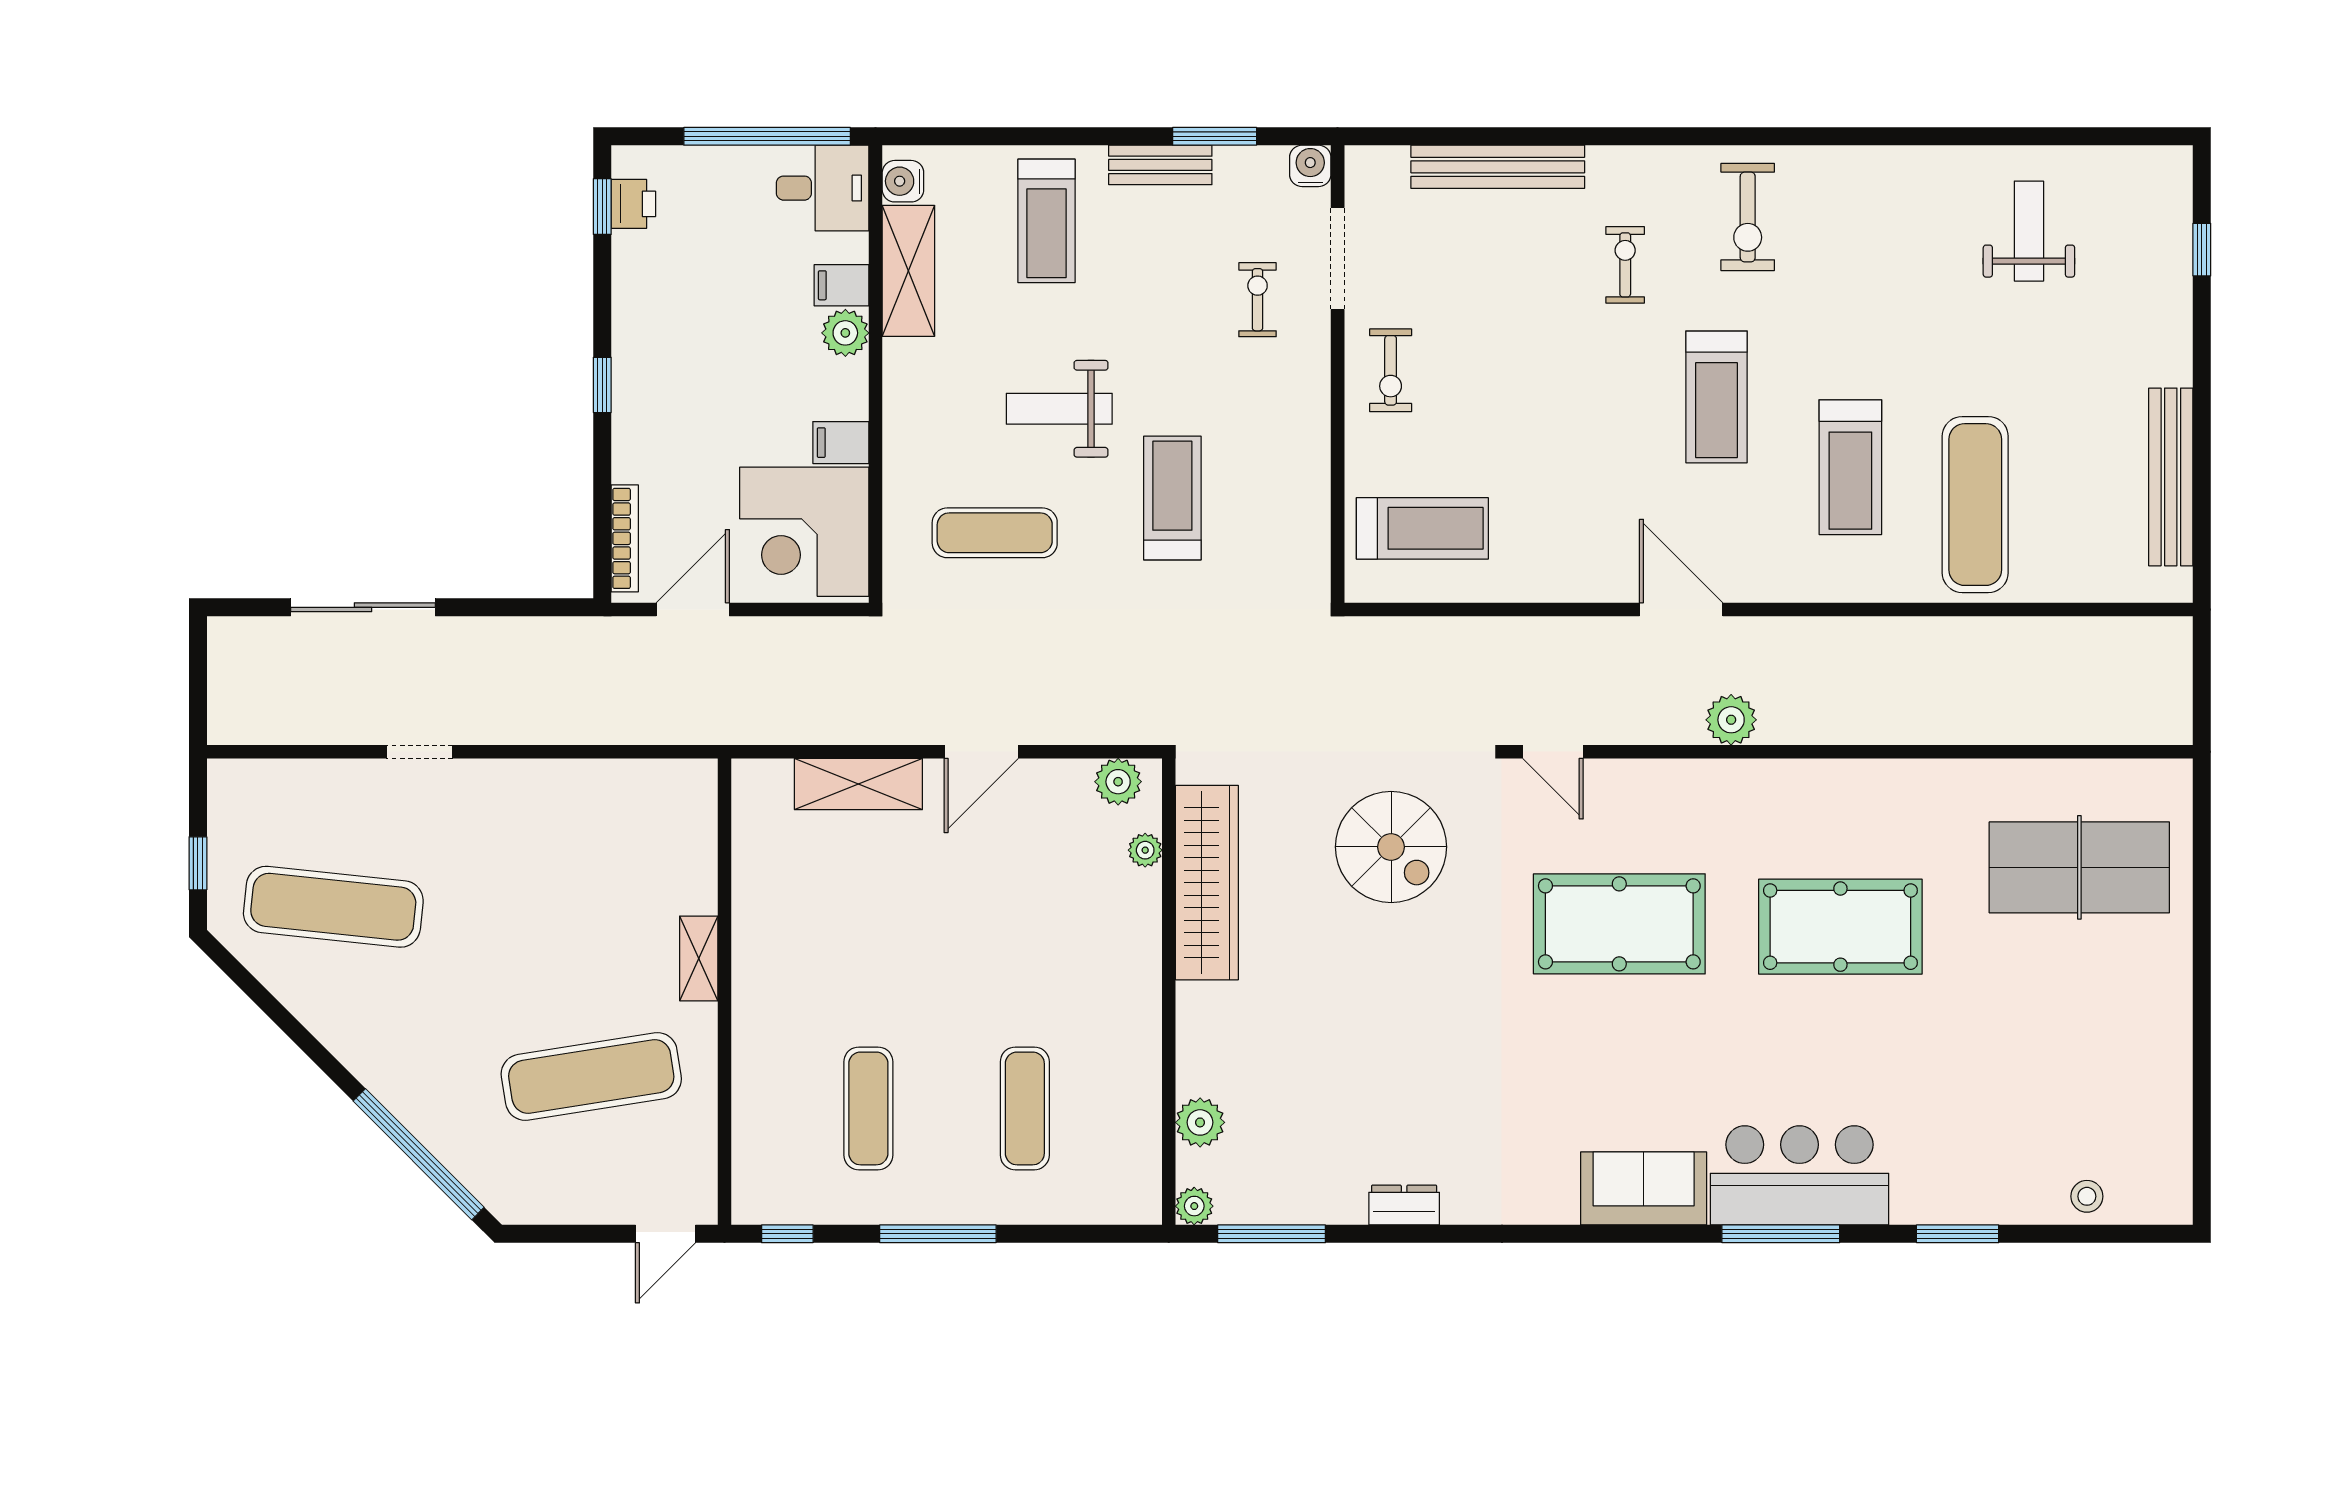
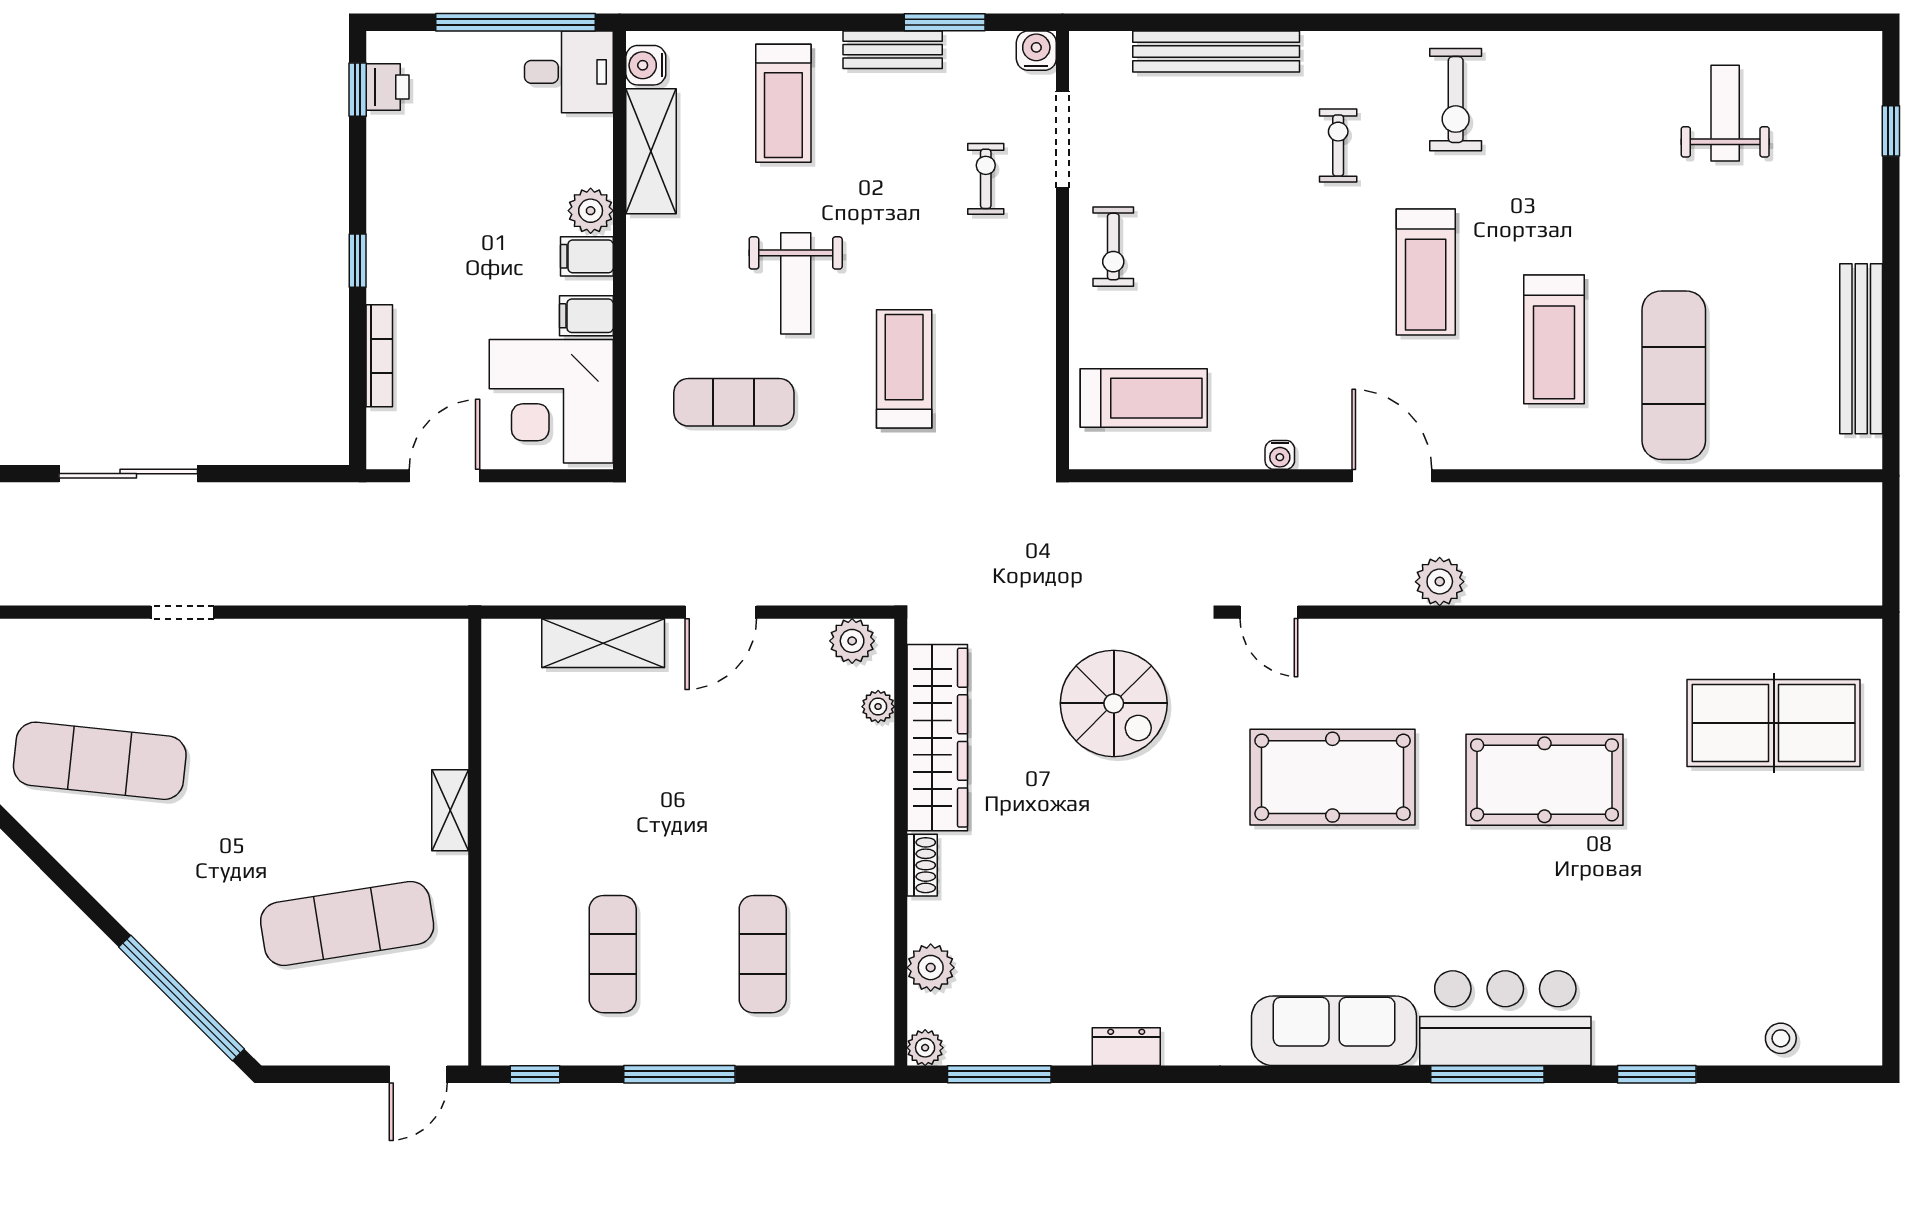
filing cabinet: (841, 285) -> (587, 256), moved
weight bench: (1059, 409) -> (796, 283), turned -90
bookcase: (625, 538) -> (379, 356), moved
water cooler: (1564, 588) -> (1280, 455), added
shoe rack: (1191, 1016) -> (922, 865), added
sofa: (1644, 1188) -> (1334, 1031), width x1.36

